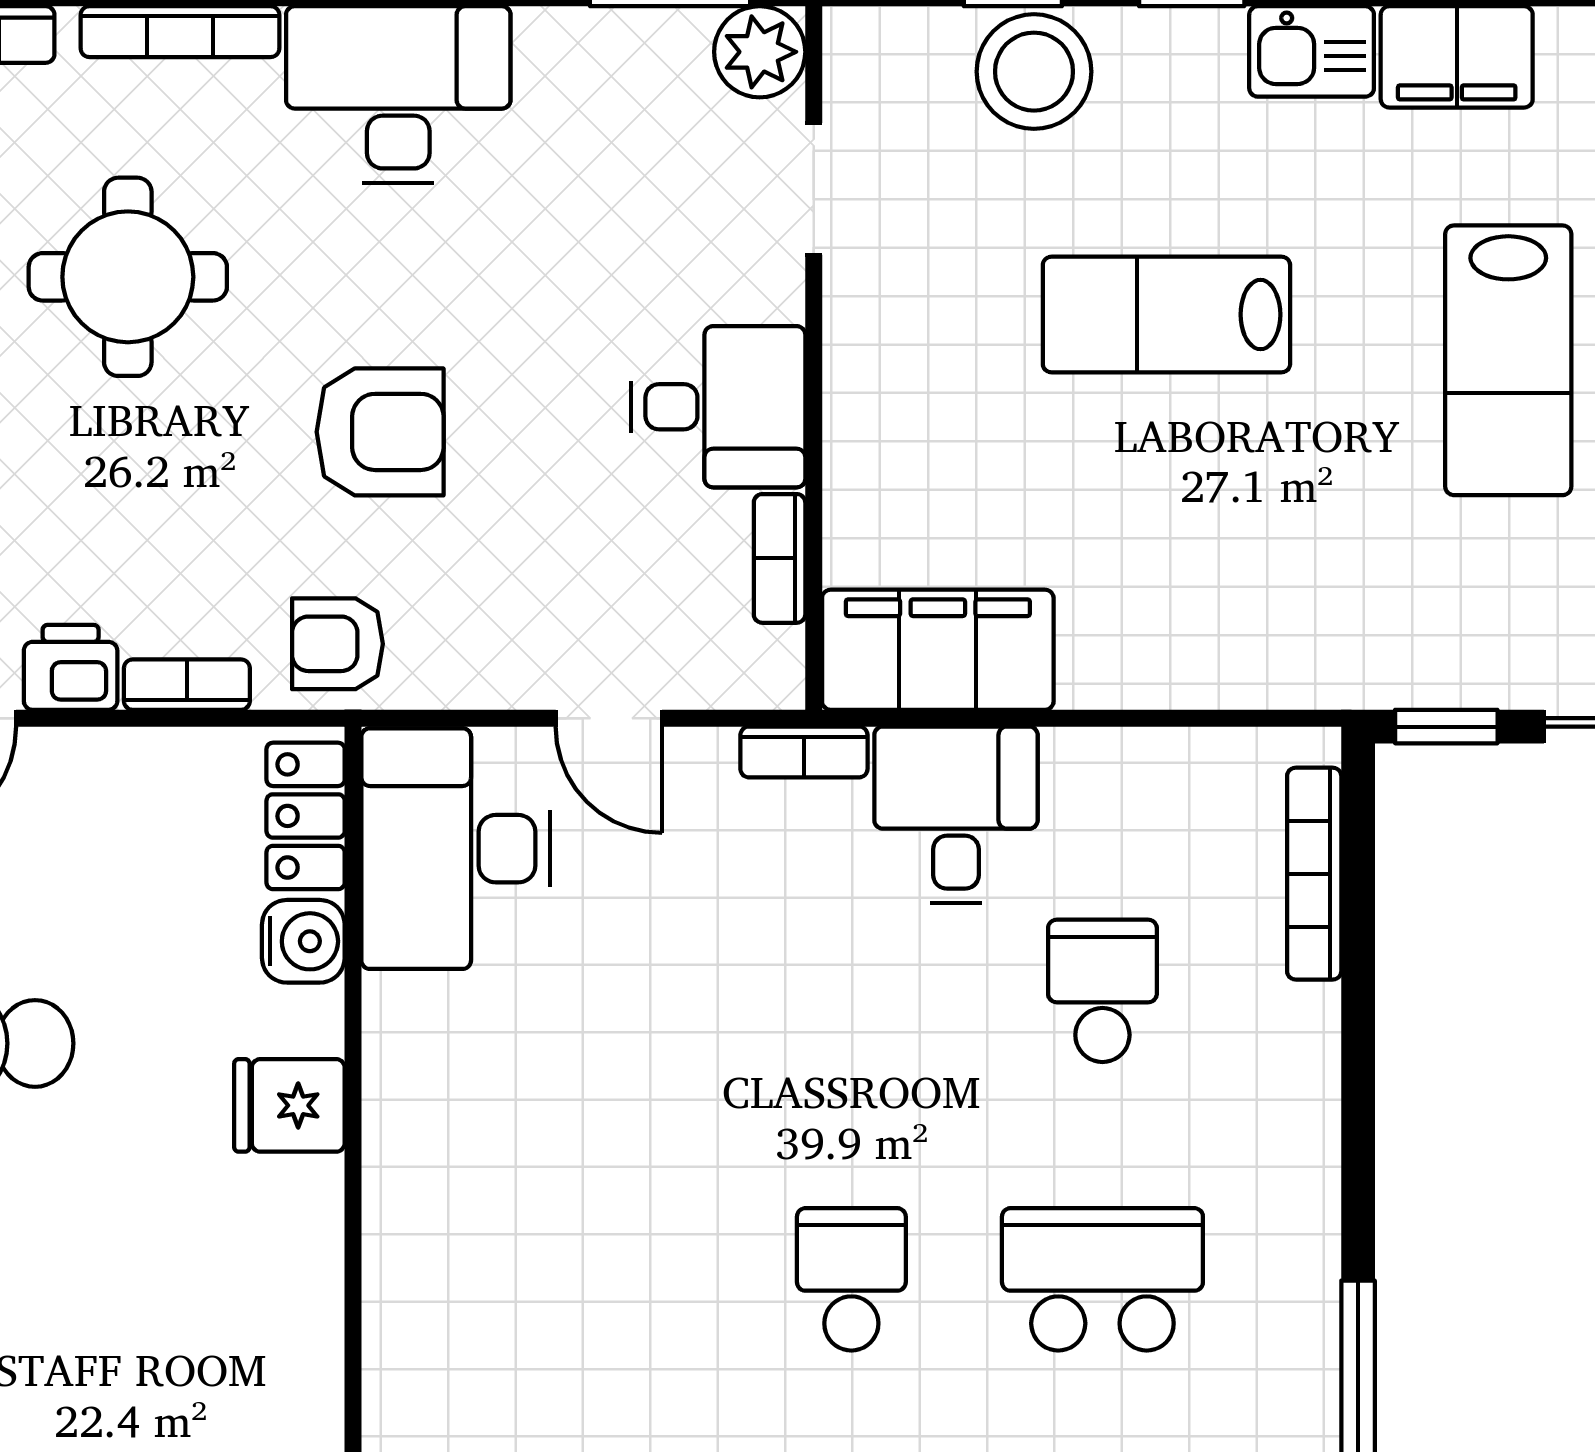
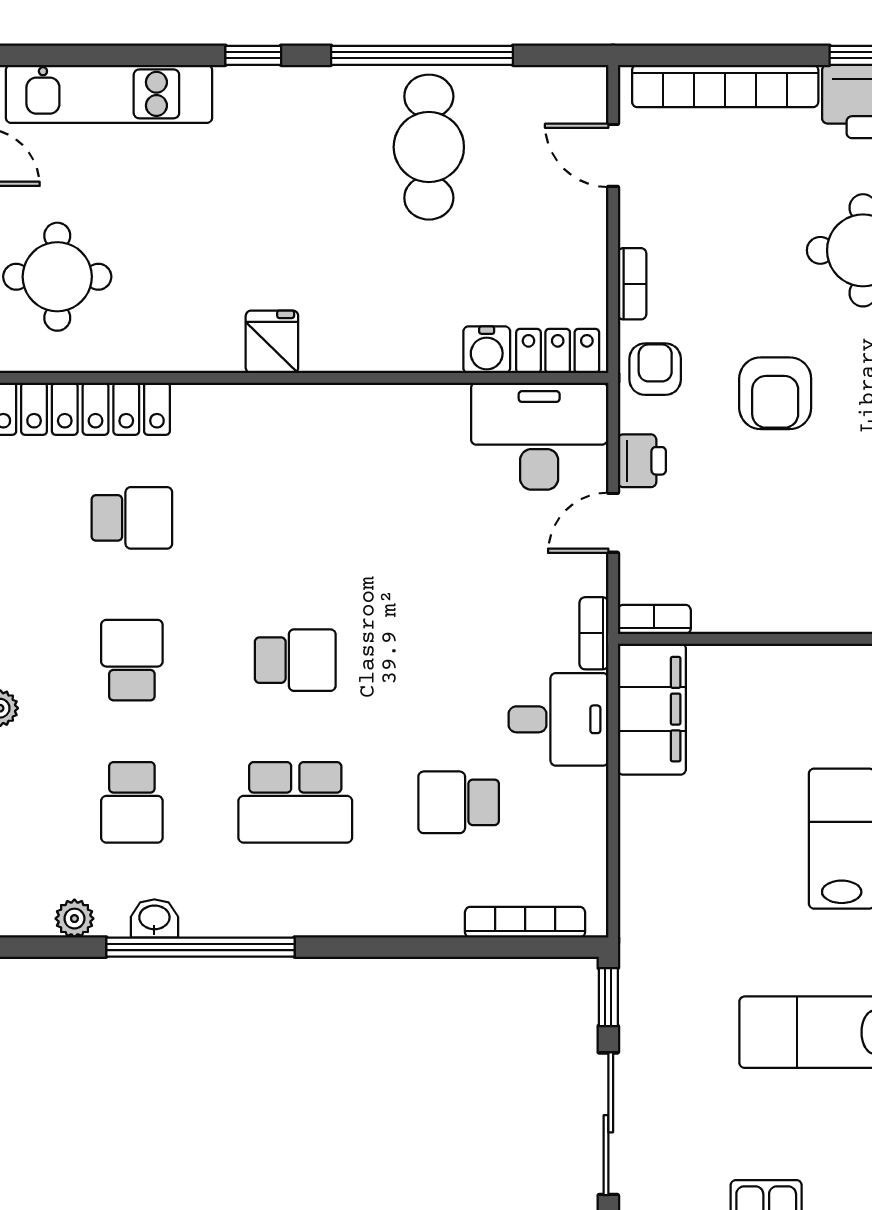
desk: (718, 407) -> (789, 585), removed
bookcase: (780, 558) -> (654, 619), moved
printer: (71, 667) -> (642, 461), moved
school desk: (1102, 991) -> (459, 802), turned 180
fridge: (289, 1105) -> (272, 342), moved
school desk: (1102, 1279) -> (295, 802), turned 90

